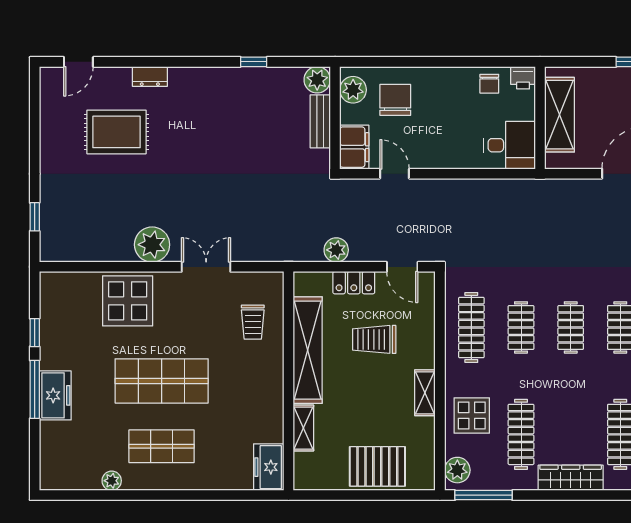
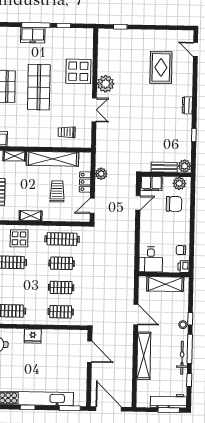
dresser: (150, 76) -> (187, 105), moved

